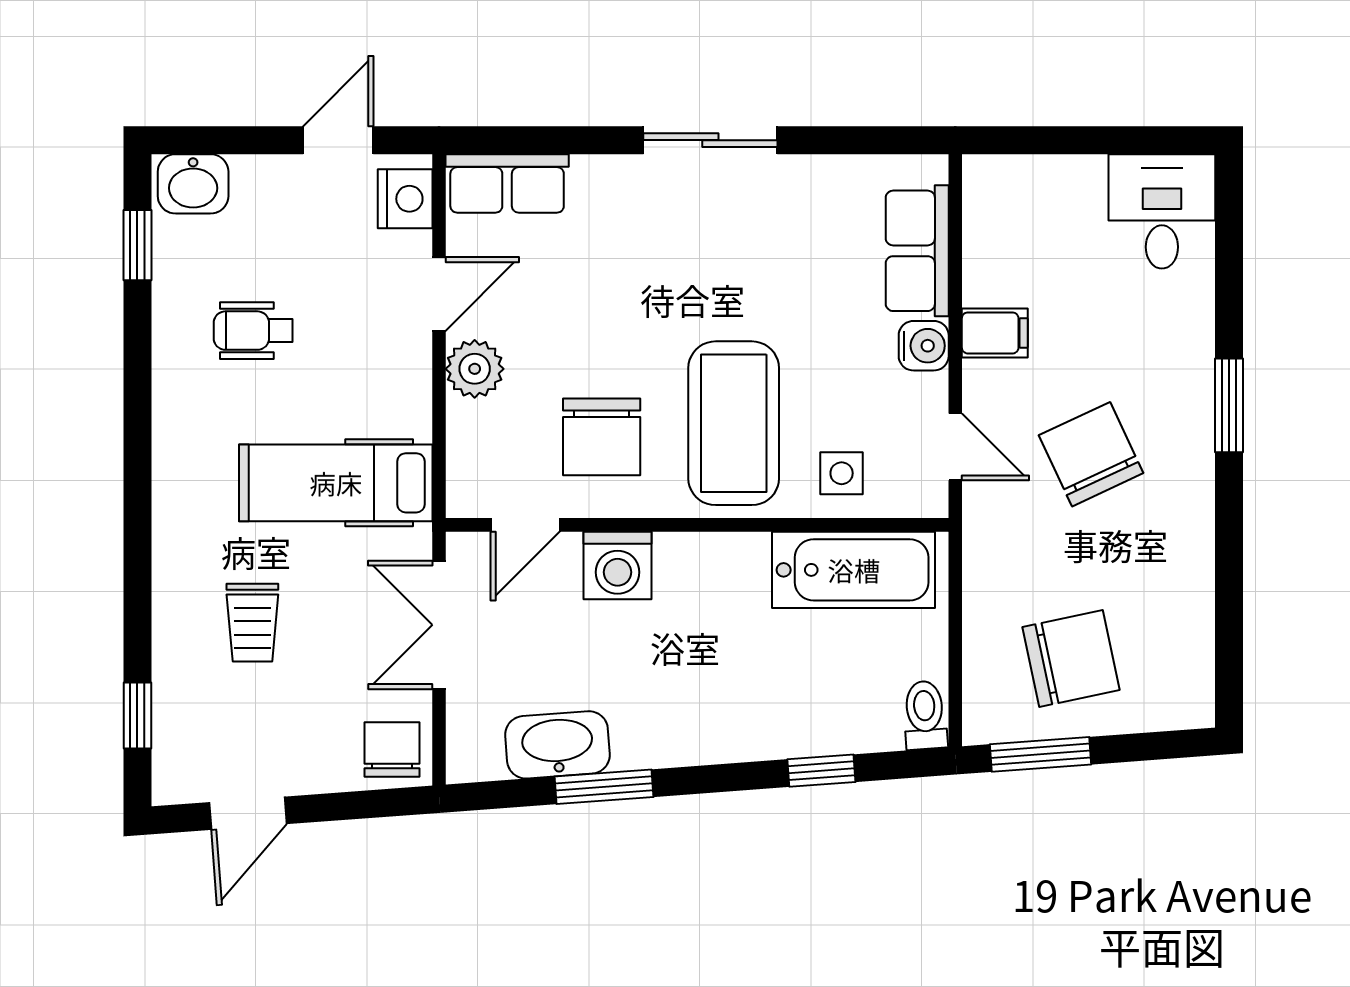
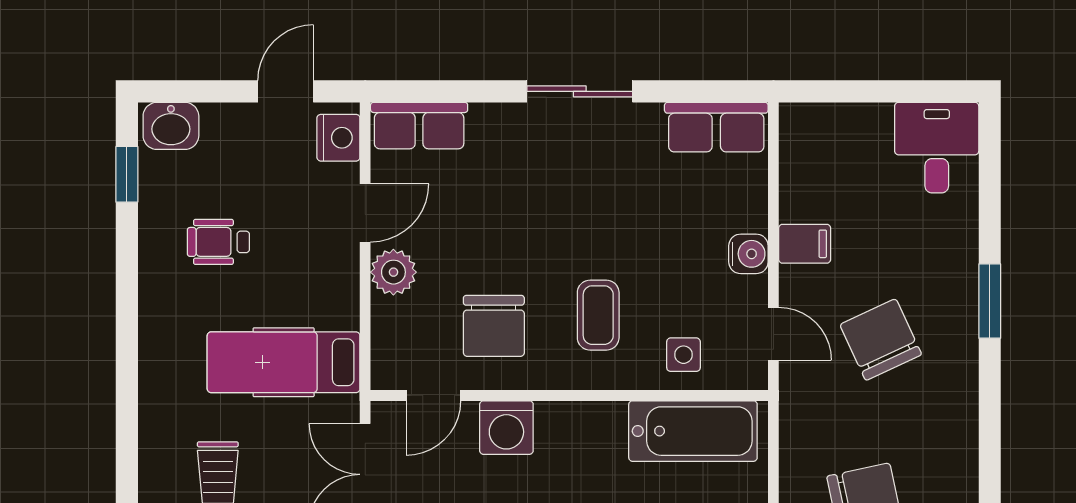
row of seats: (917, 251) -> (716, 127), moved, turned -90
coffee table: (734, 423) -> (598, 315), width x0.54, depth x0.58

